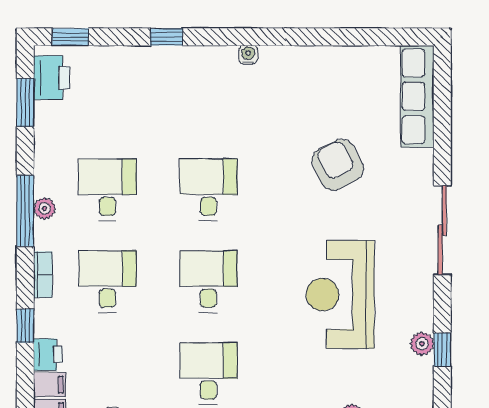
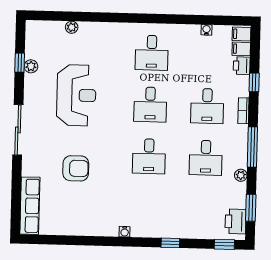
armchair: (338, 165) -> (76, 168), turned -63
plant: (45, 208) -> (241, 175), moved

